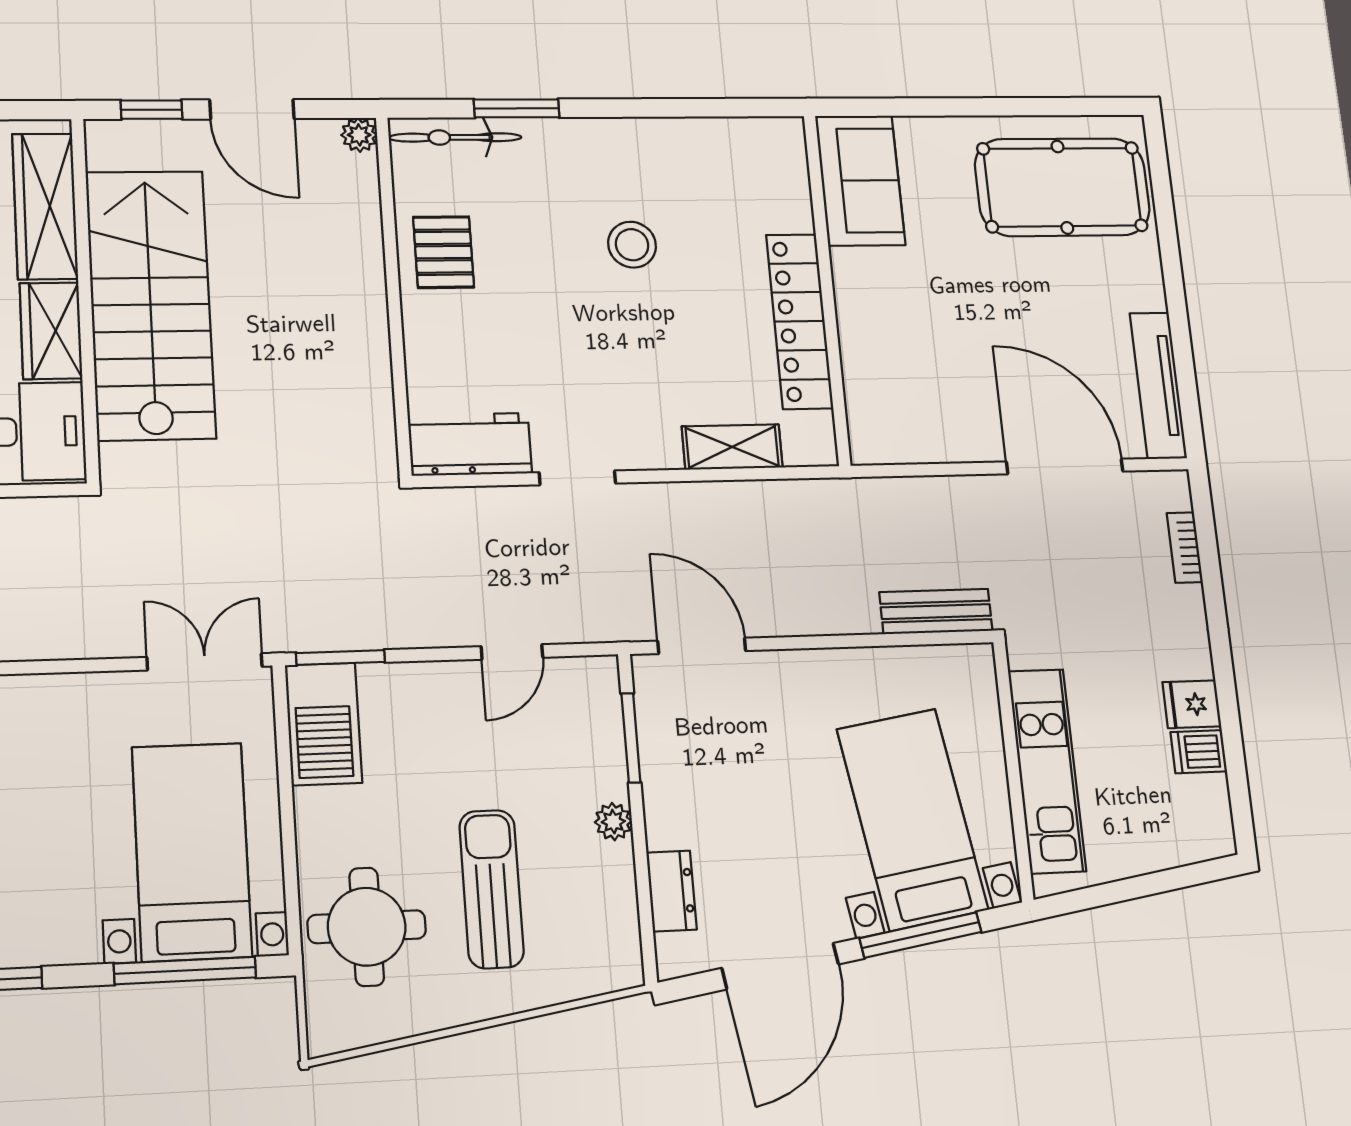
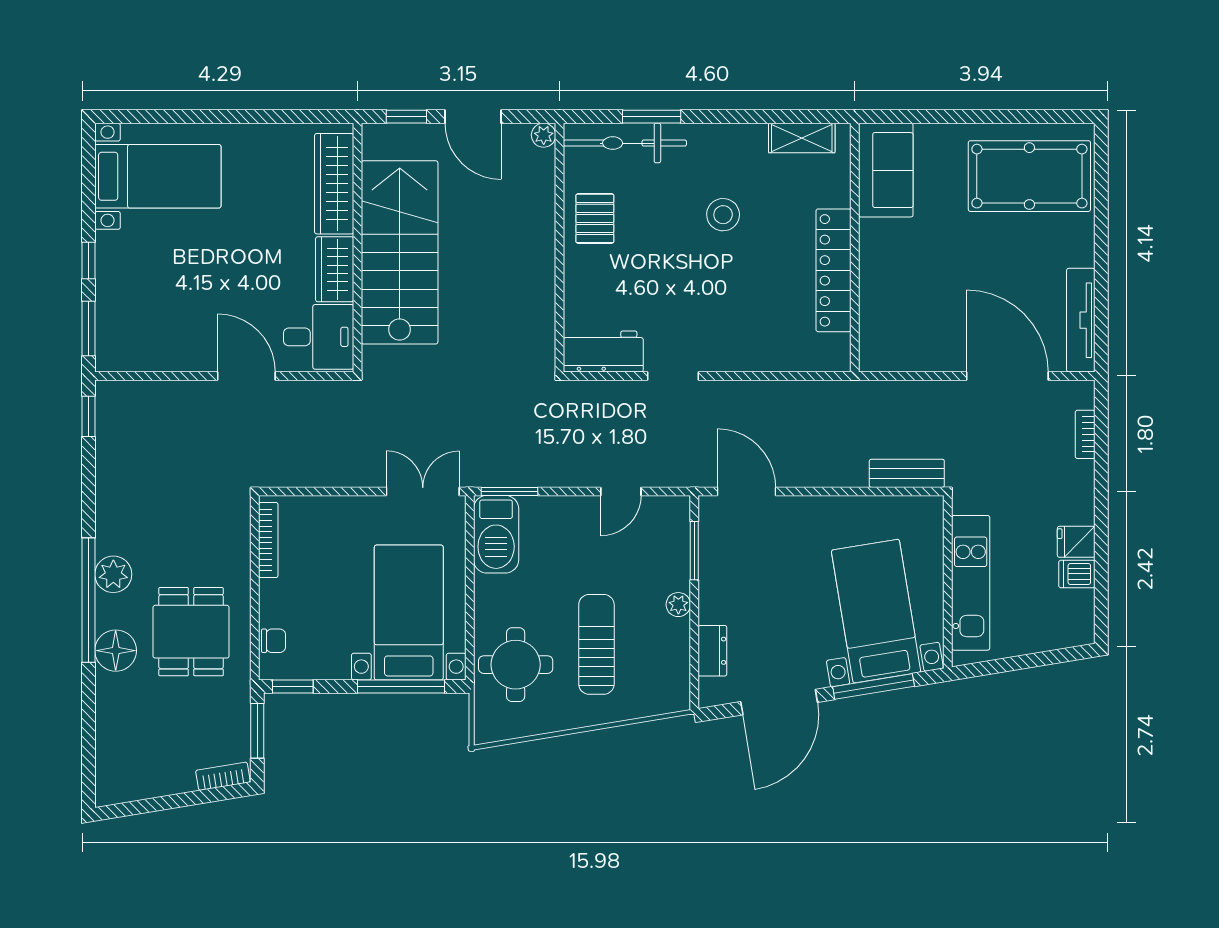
bicycle: (455, 137) -> (625, 143), width x1.37, depth x1.40
shelving: (732, 447) -> (802, 138), moved

